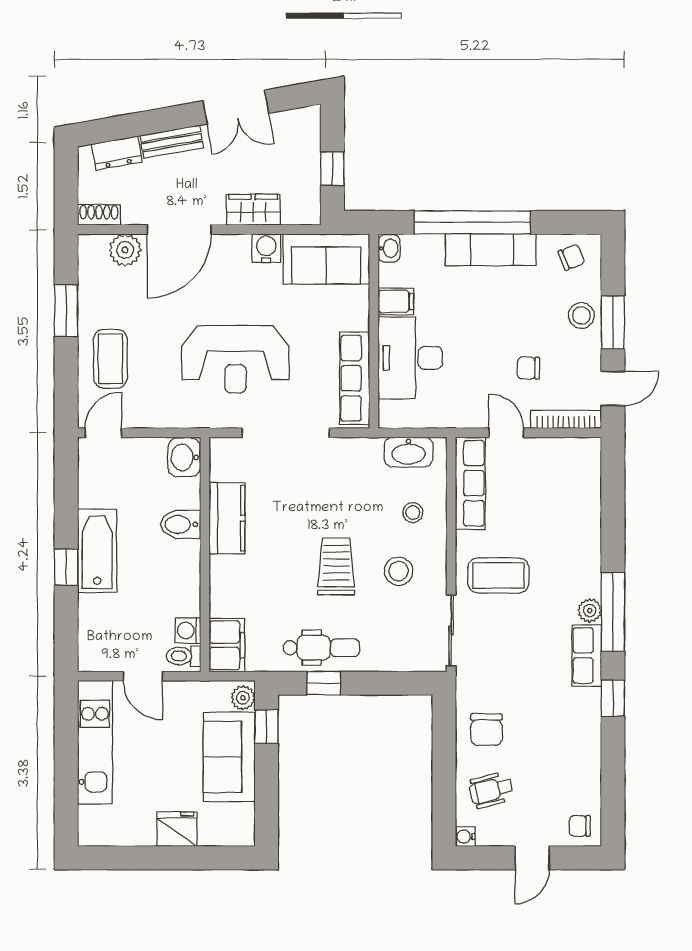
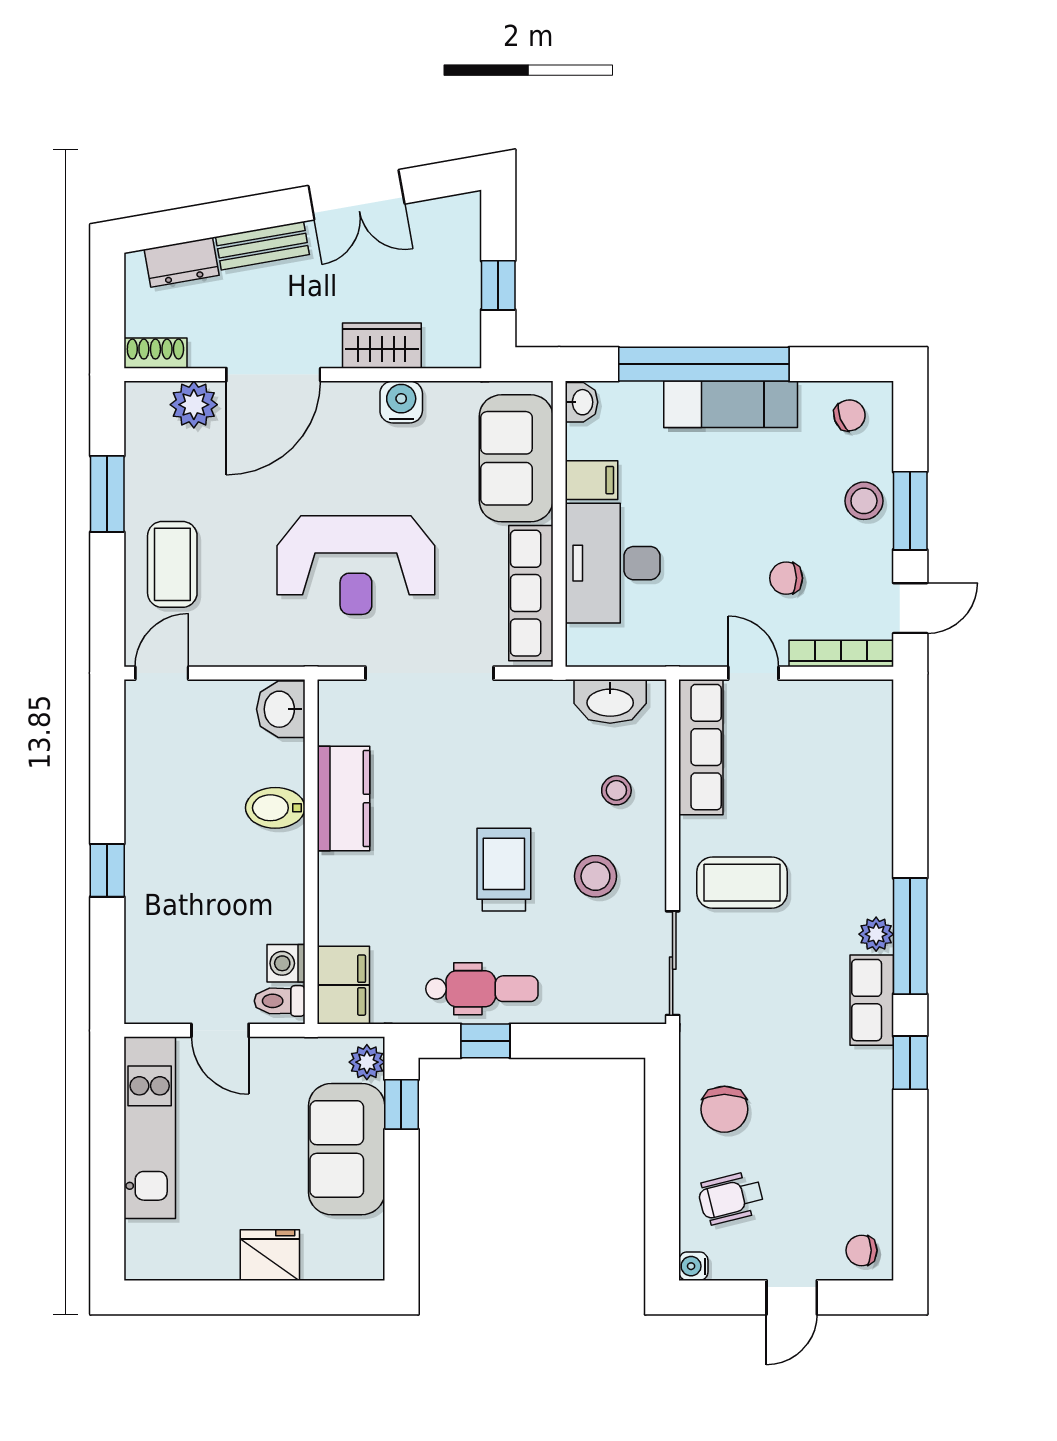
sofa: (326, 259) -> (516, 458), moved, turned 90
bathtub: (97, 551) -> (153, 847), removed

